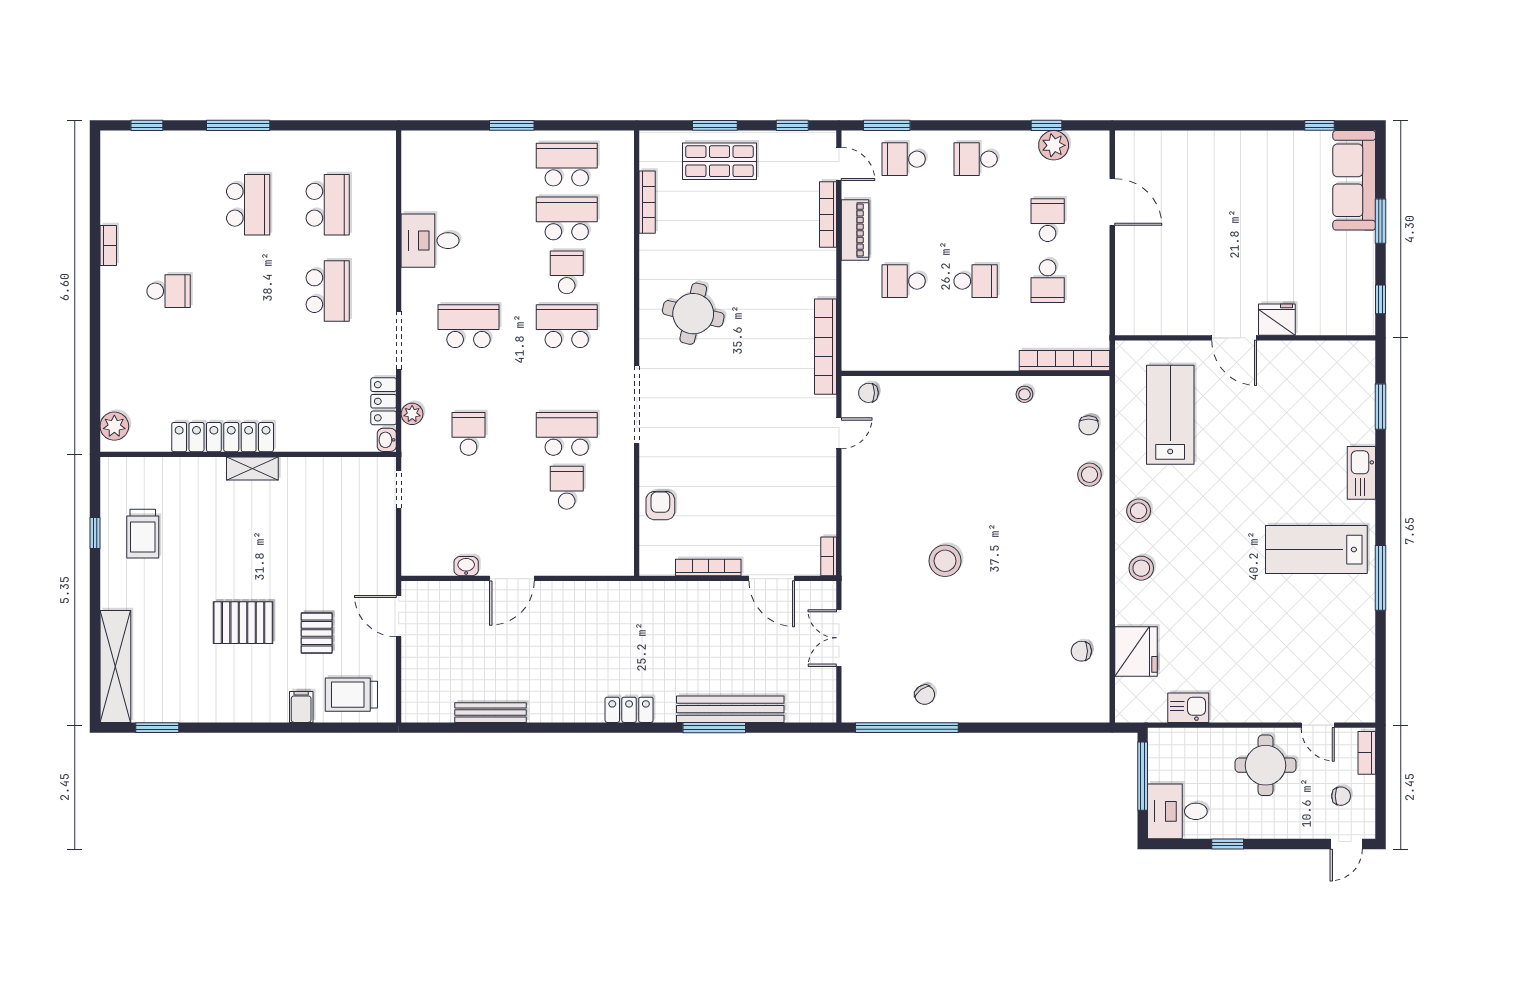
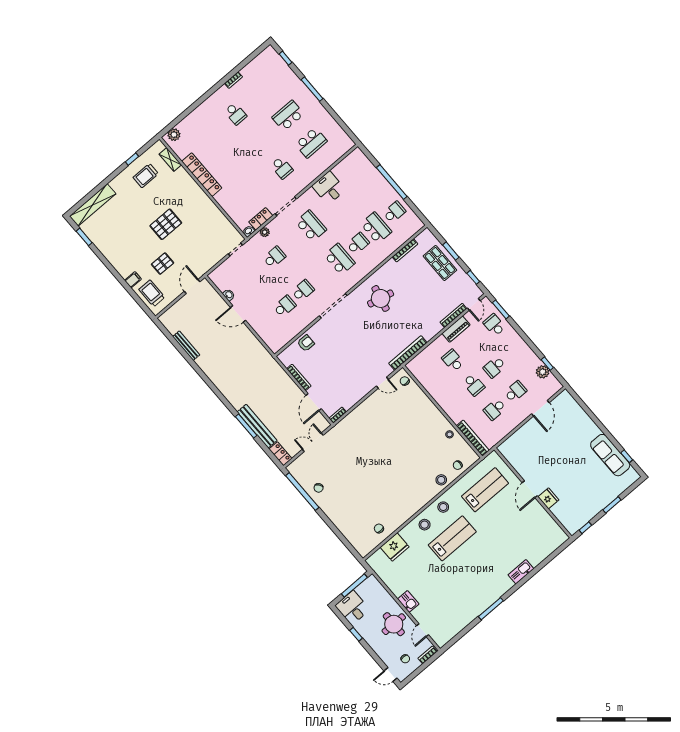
window: (512, 125) -> (392, 182), width x2.11
school desk: (976, 159) -> (494, 367), moved, turned -90
school desk: (567, 165) -> (394, 212), width x0.54
sofa: (1354, 180) -> (610, 455), moved, turned -90
school desk: (248, 205) -> (288, 116), turned 180
school desk: (328, 291) -> (282, 168), width x0.54
window: (1380, 407) -> (549, 559), removed
school desk: (567, 434) -> (303, 290), width x0.54
shelving: (252, 468) -> (170, 159), moved
lab bench: (1316, 550) -> (452, 538), moved, turned 90
stool: (945, 561) -> (370, 456), removed
pallet: (243, 623) -> (166, 224), moved, turned 90
kitchen sink: (1188, 708) -> (408, 601), moved
locker: (629, 710) -> (280, 454), moved

